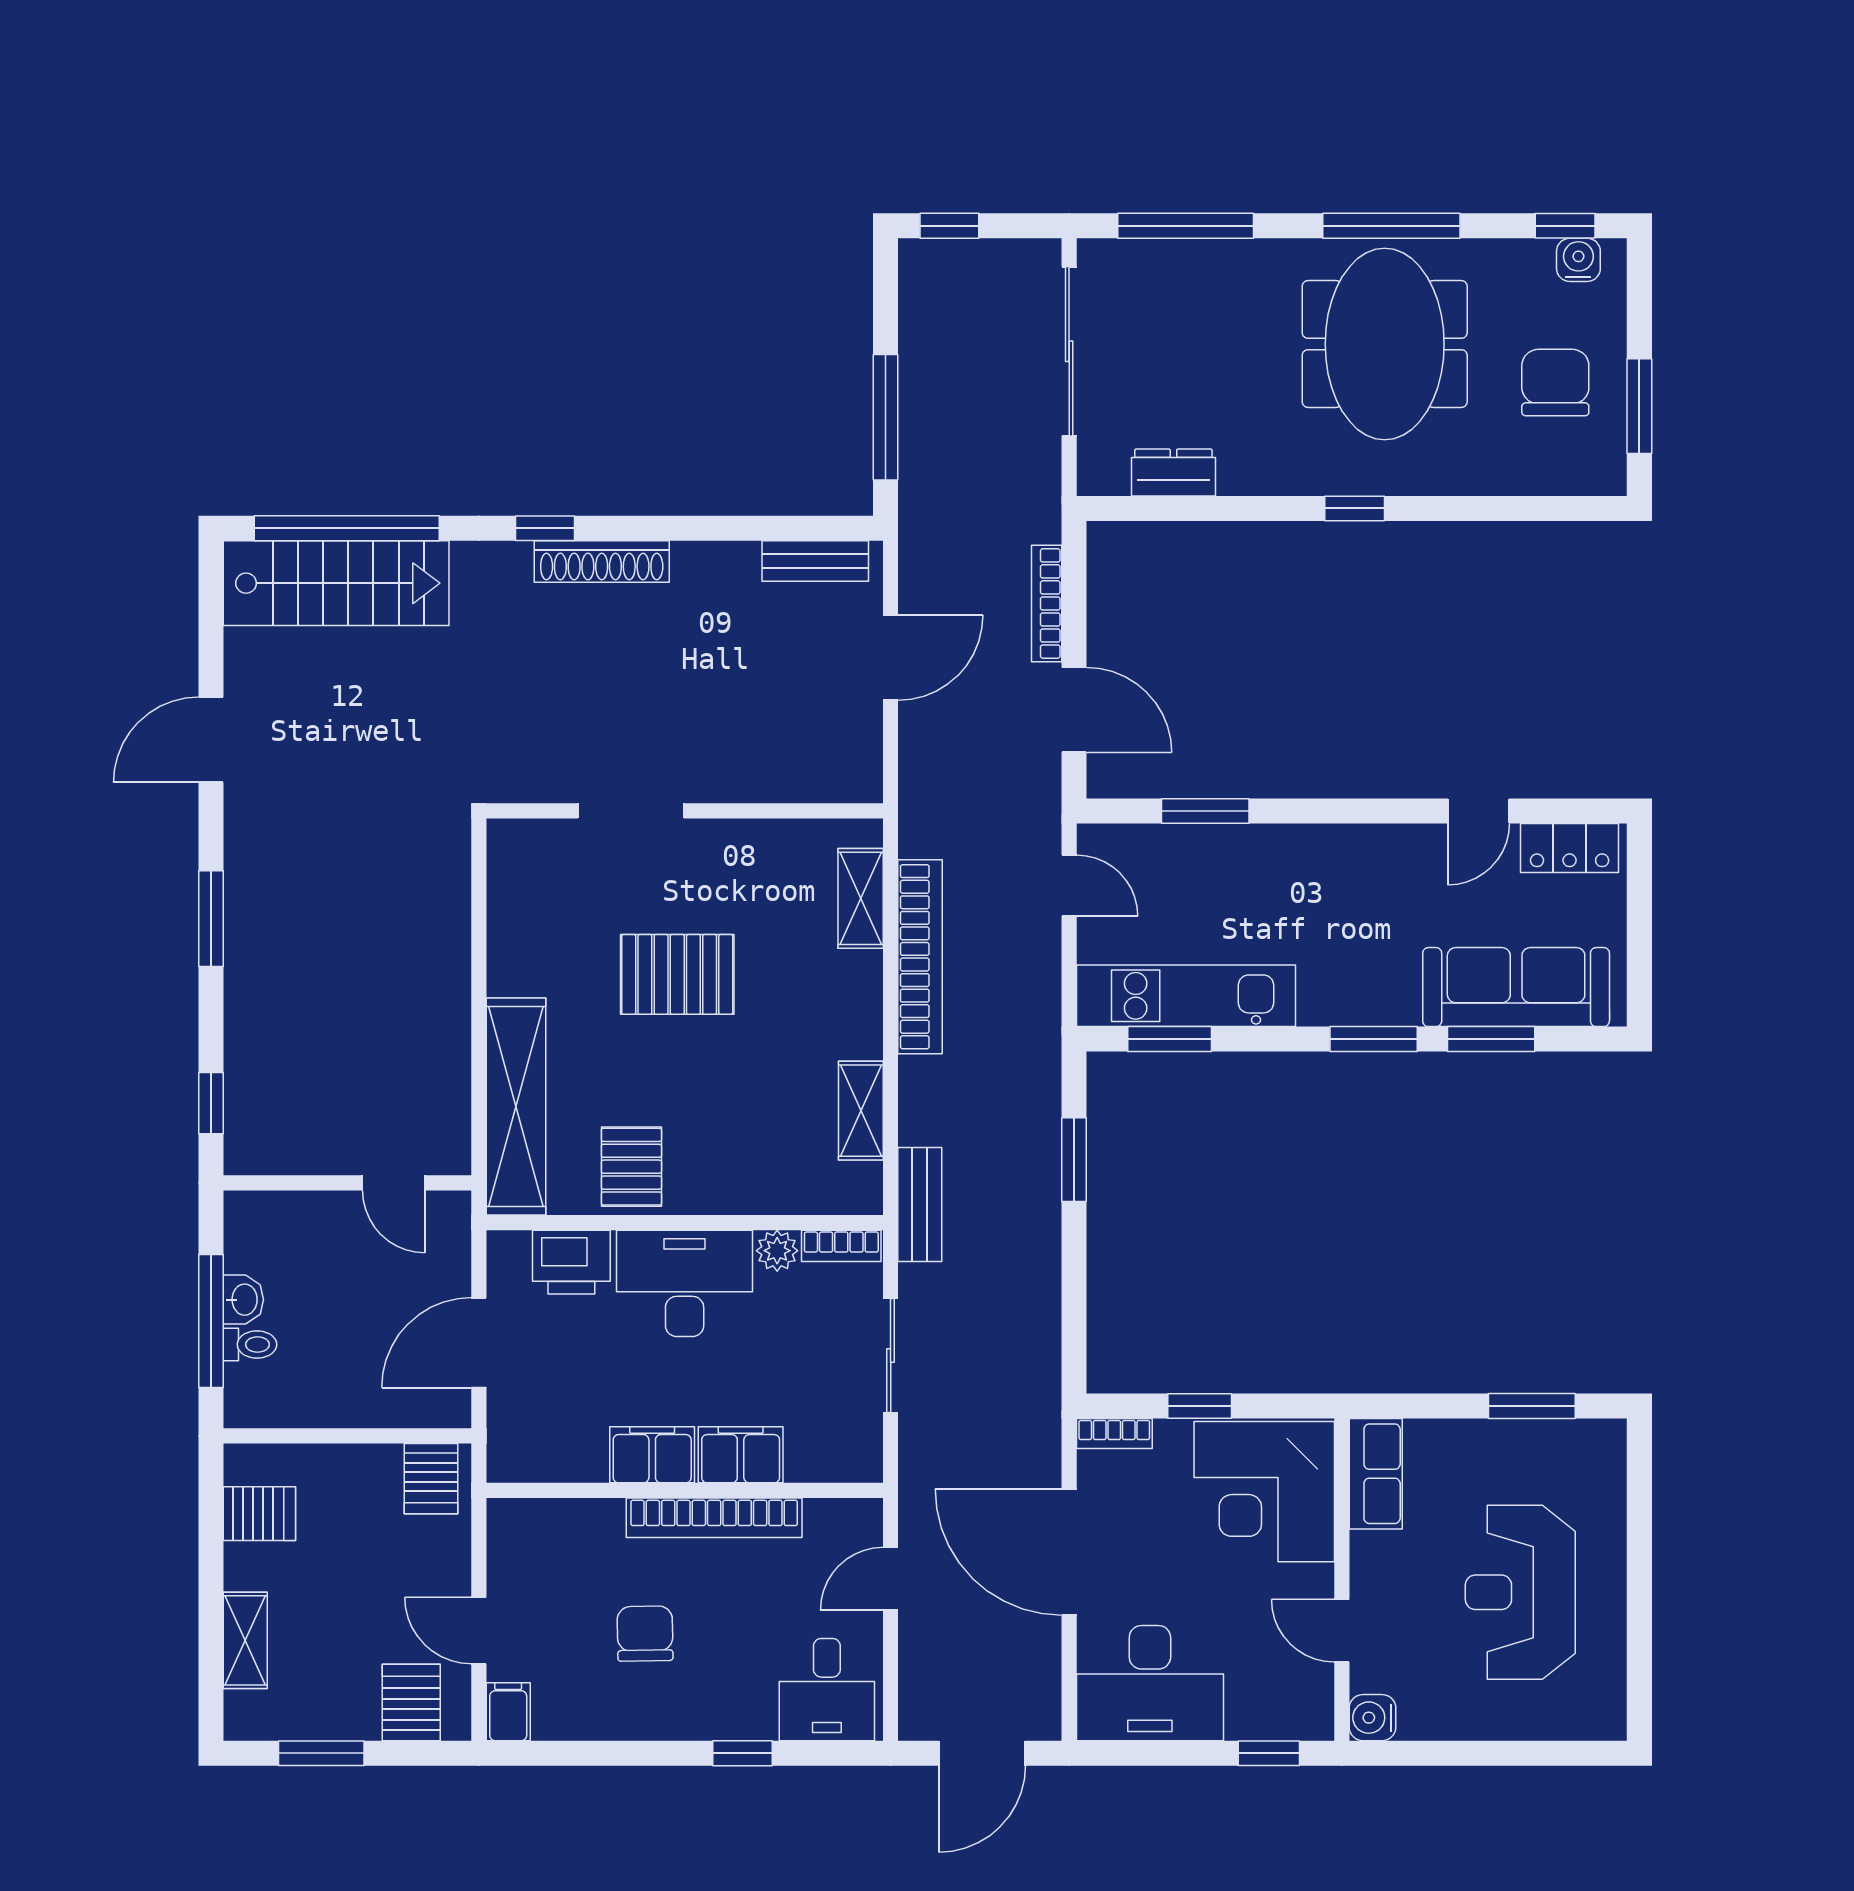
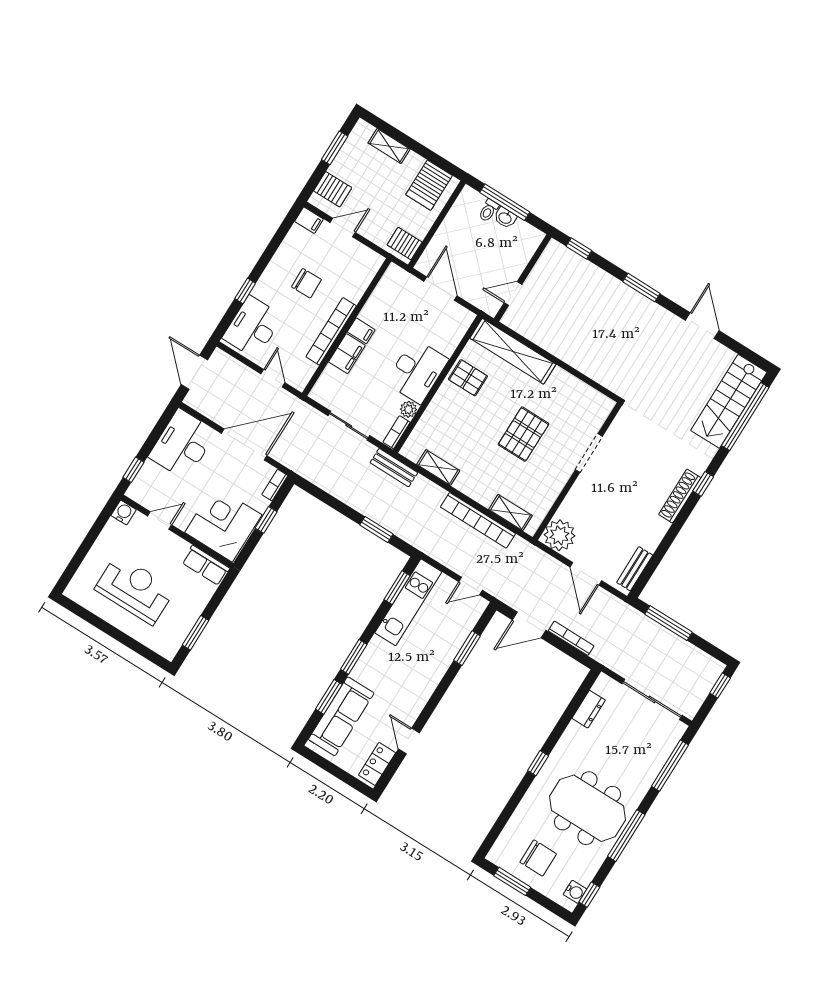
plant: (844, 764) -> (559, 535), added
printer: (571, 1262) -> (448, 337), removed
filing cabinet: (652, 1455) -> (361, 331), width x0.50
server rack: (259, 1514) -> (429, 185), width x1.36, depth x1.44
desk: (827, 1690) -> (253, 327), width x1.37

